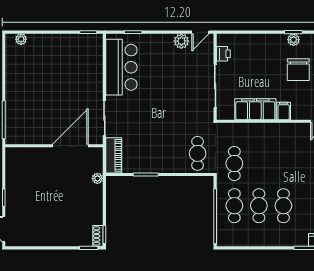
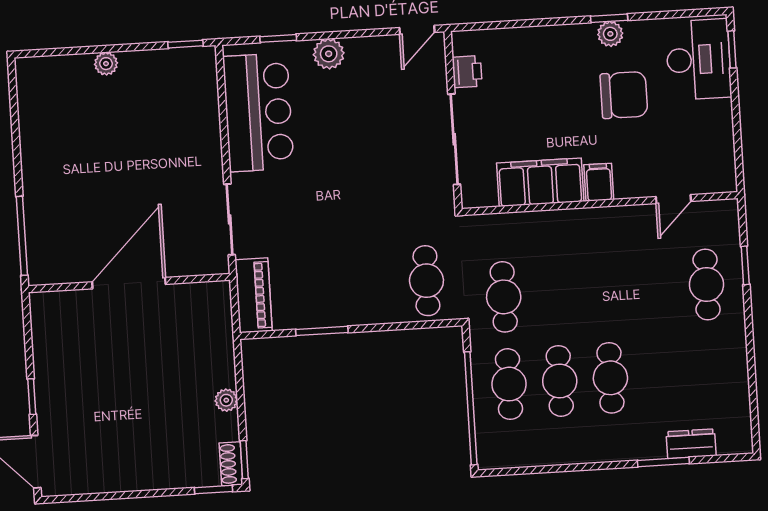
plant: (21, 39) -> (106, 64), moved
plant: (181, 41) -> (329, 54), moved
chair: (298, 70) -> (624, 95), turned -90
door: (70, 146) -> (129, 283), moved
plant: (97, 178) -> (226, 400), moved

